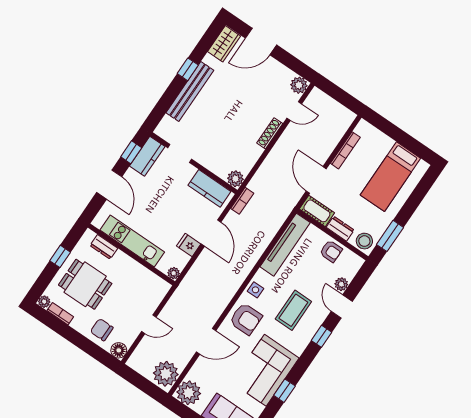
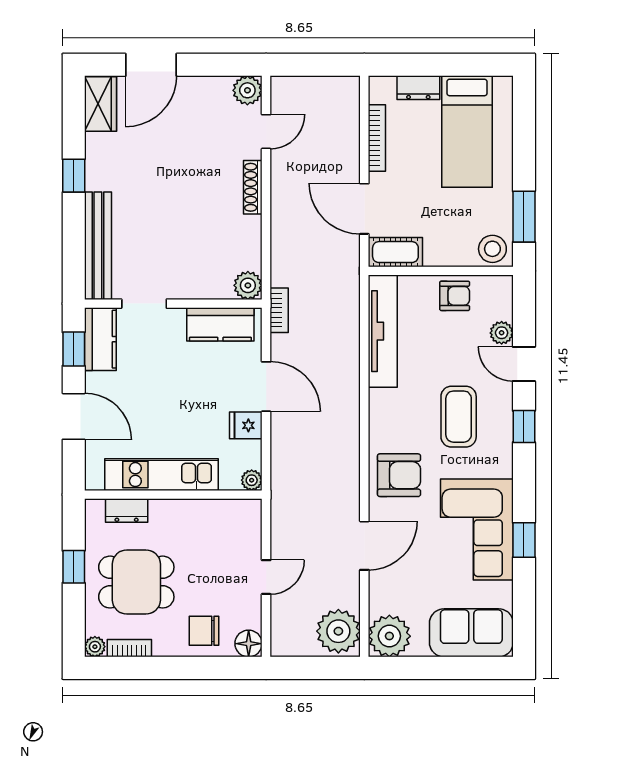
bench: (190, 91) -> (98, 246), moved
dresser: (340, 229) -> (418, 88), moved, turned 180
side table: (255, 290) -> (385, 424), removed

